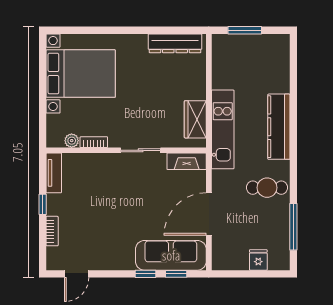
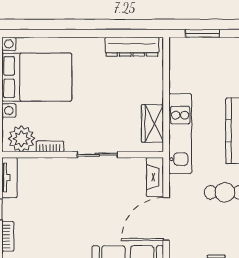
plant: (72, 141) -> (21, 139), width x1.87, depth x1.87
fireplace: (187, 161) -> (155, 177), moved, turned 90

